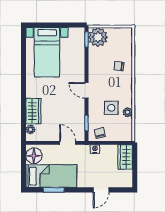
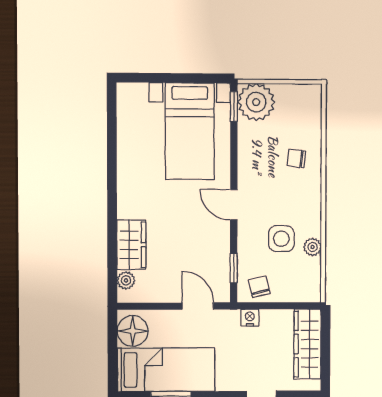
bed with nightstands: (47, 52) -> (190, 131), moved
wardrobe: (125, 157) -> (307, 344), width x1.50

